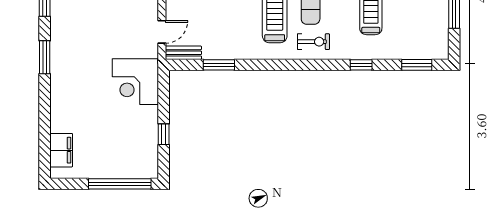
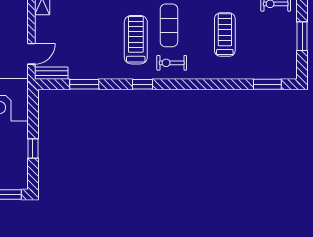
exercise bike: (313, 42) -> (172, 63), turned 180
window: (361, 65) -> (143, 84), moved

